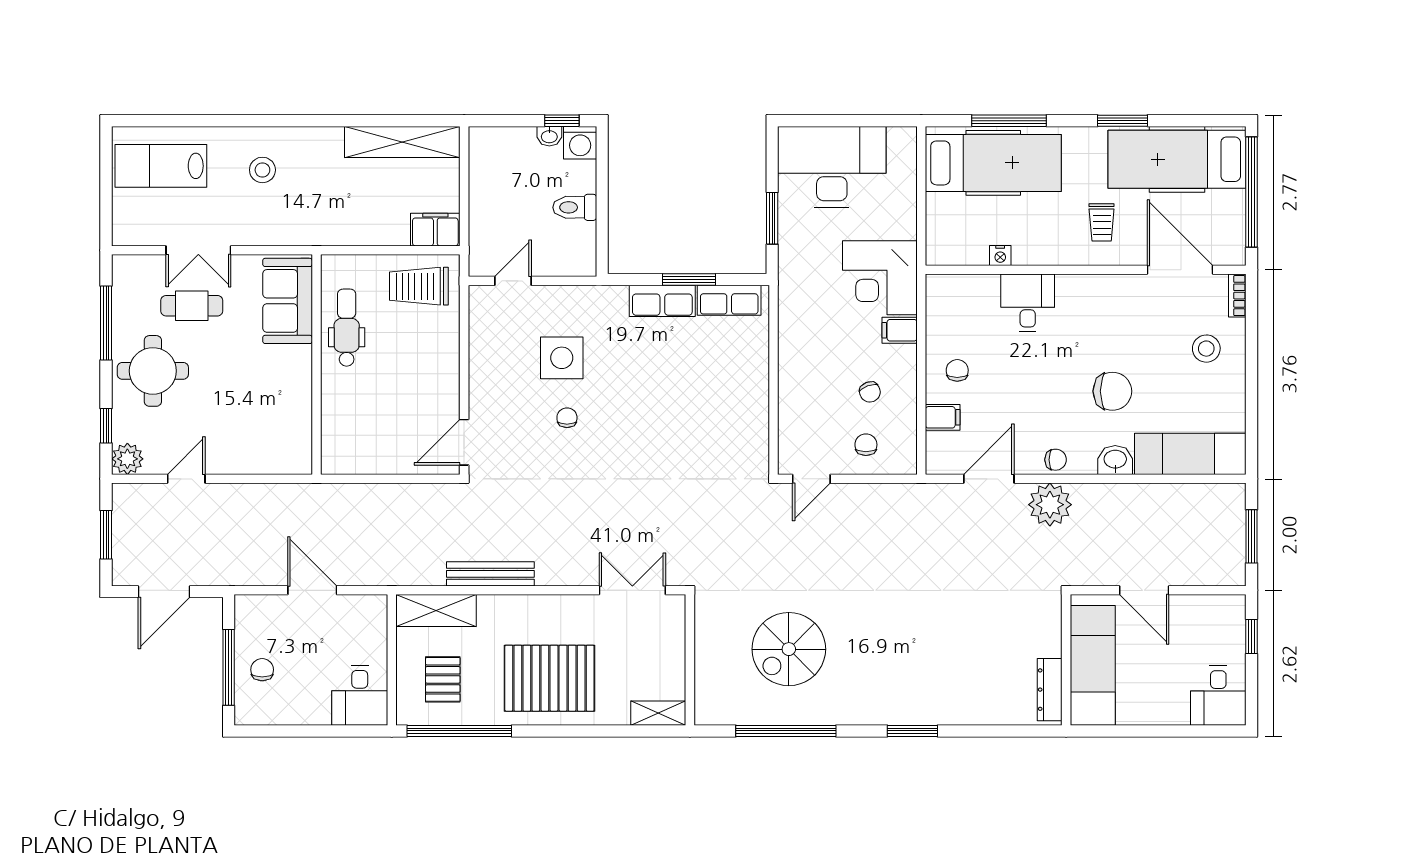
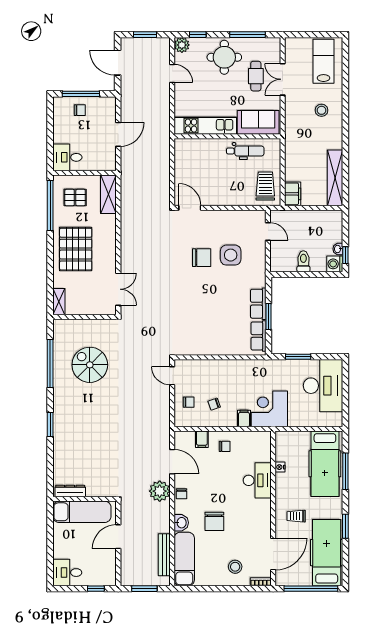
desk: (1028, 303) -> (257, 480), width x1.37
kitchen unit: (294, 410) -> (205, 126), added
chair: (567, 418) -> (202, 258), width x1.87, depth x1.87
bench: (490, 574) -> (164, 555), moved

